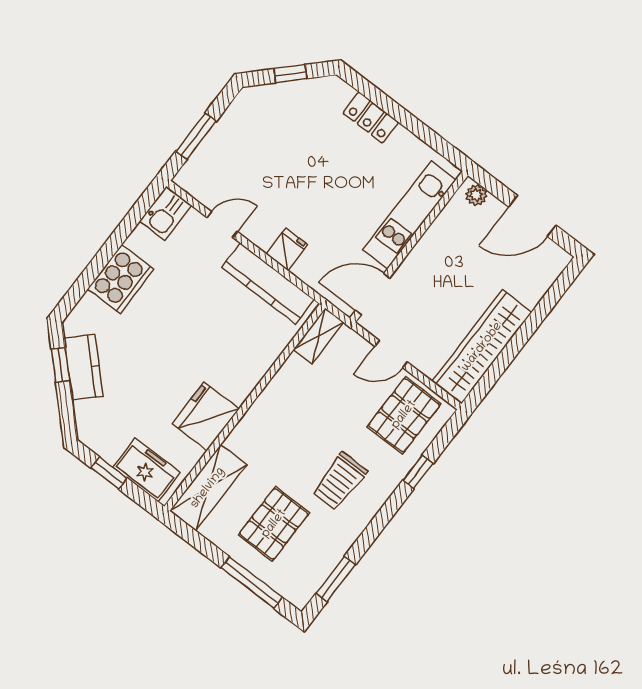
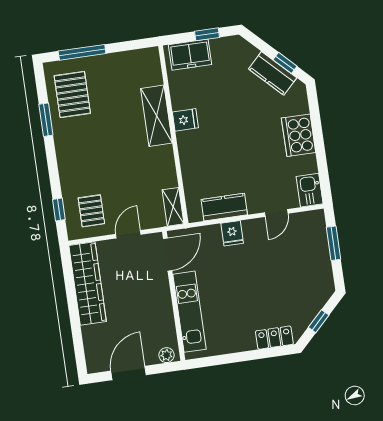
locker: (371, 118) -> (274, 338), moved
kitchen counter: (268, 283) -> (224, 207), width x0.67
pallet: (404, 415) -> (91, 211), width x0.67, depth x0.71
fridge: (206, 416) -> (185, 120), width x0.53, depth x0.75
window: (418, 472) -> (59, 210), moved
trolley: (340, 481) -> (90, 146), removed
shelving: (208, 488) -> (156, 116), moved
pallet: (274, 524) -> (72, 94), moved
window: (336, 579) -> (46, 120), moved

